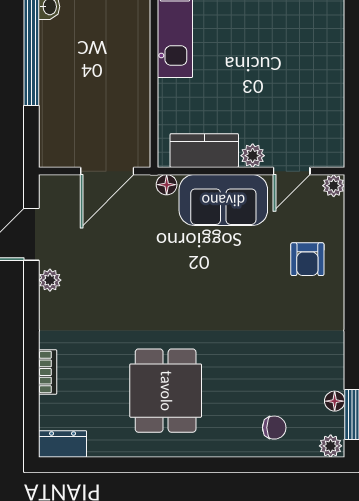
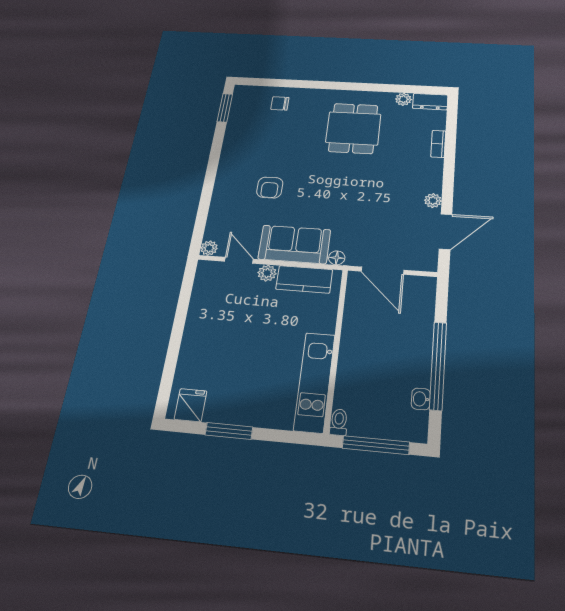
door: (107, 171) -> (382, 271), swing flipped
door: (292, 171) -> (239, 260), hinge flipped
armchair: (307, 259) -> (270, 188), moved, turned 180
floor lamp: (335, 401) -> (235, 116), removed
plant: (331, 446) -> (403, 99), moved

